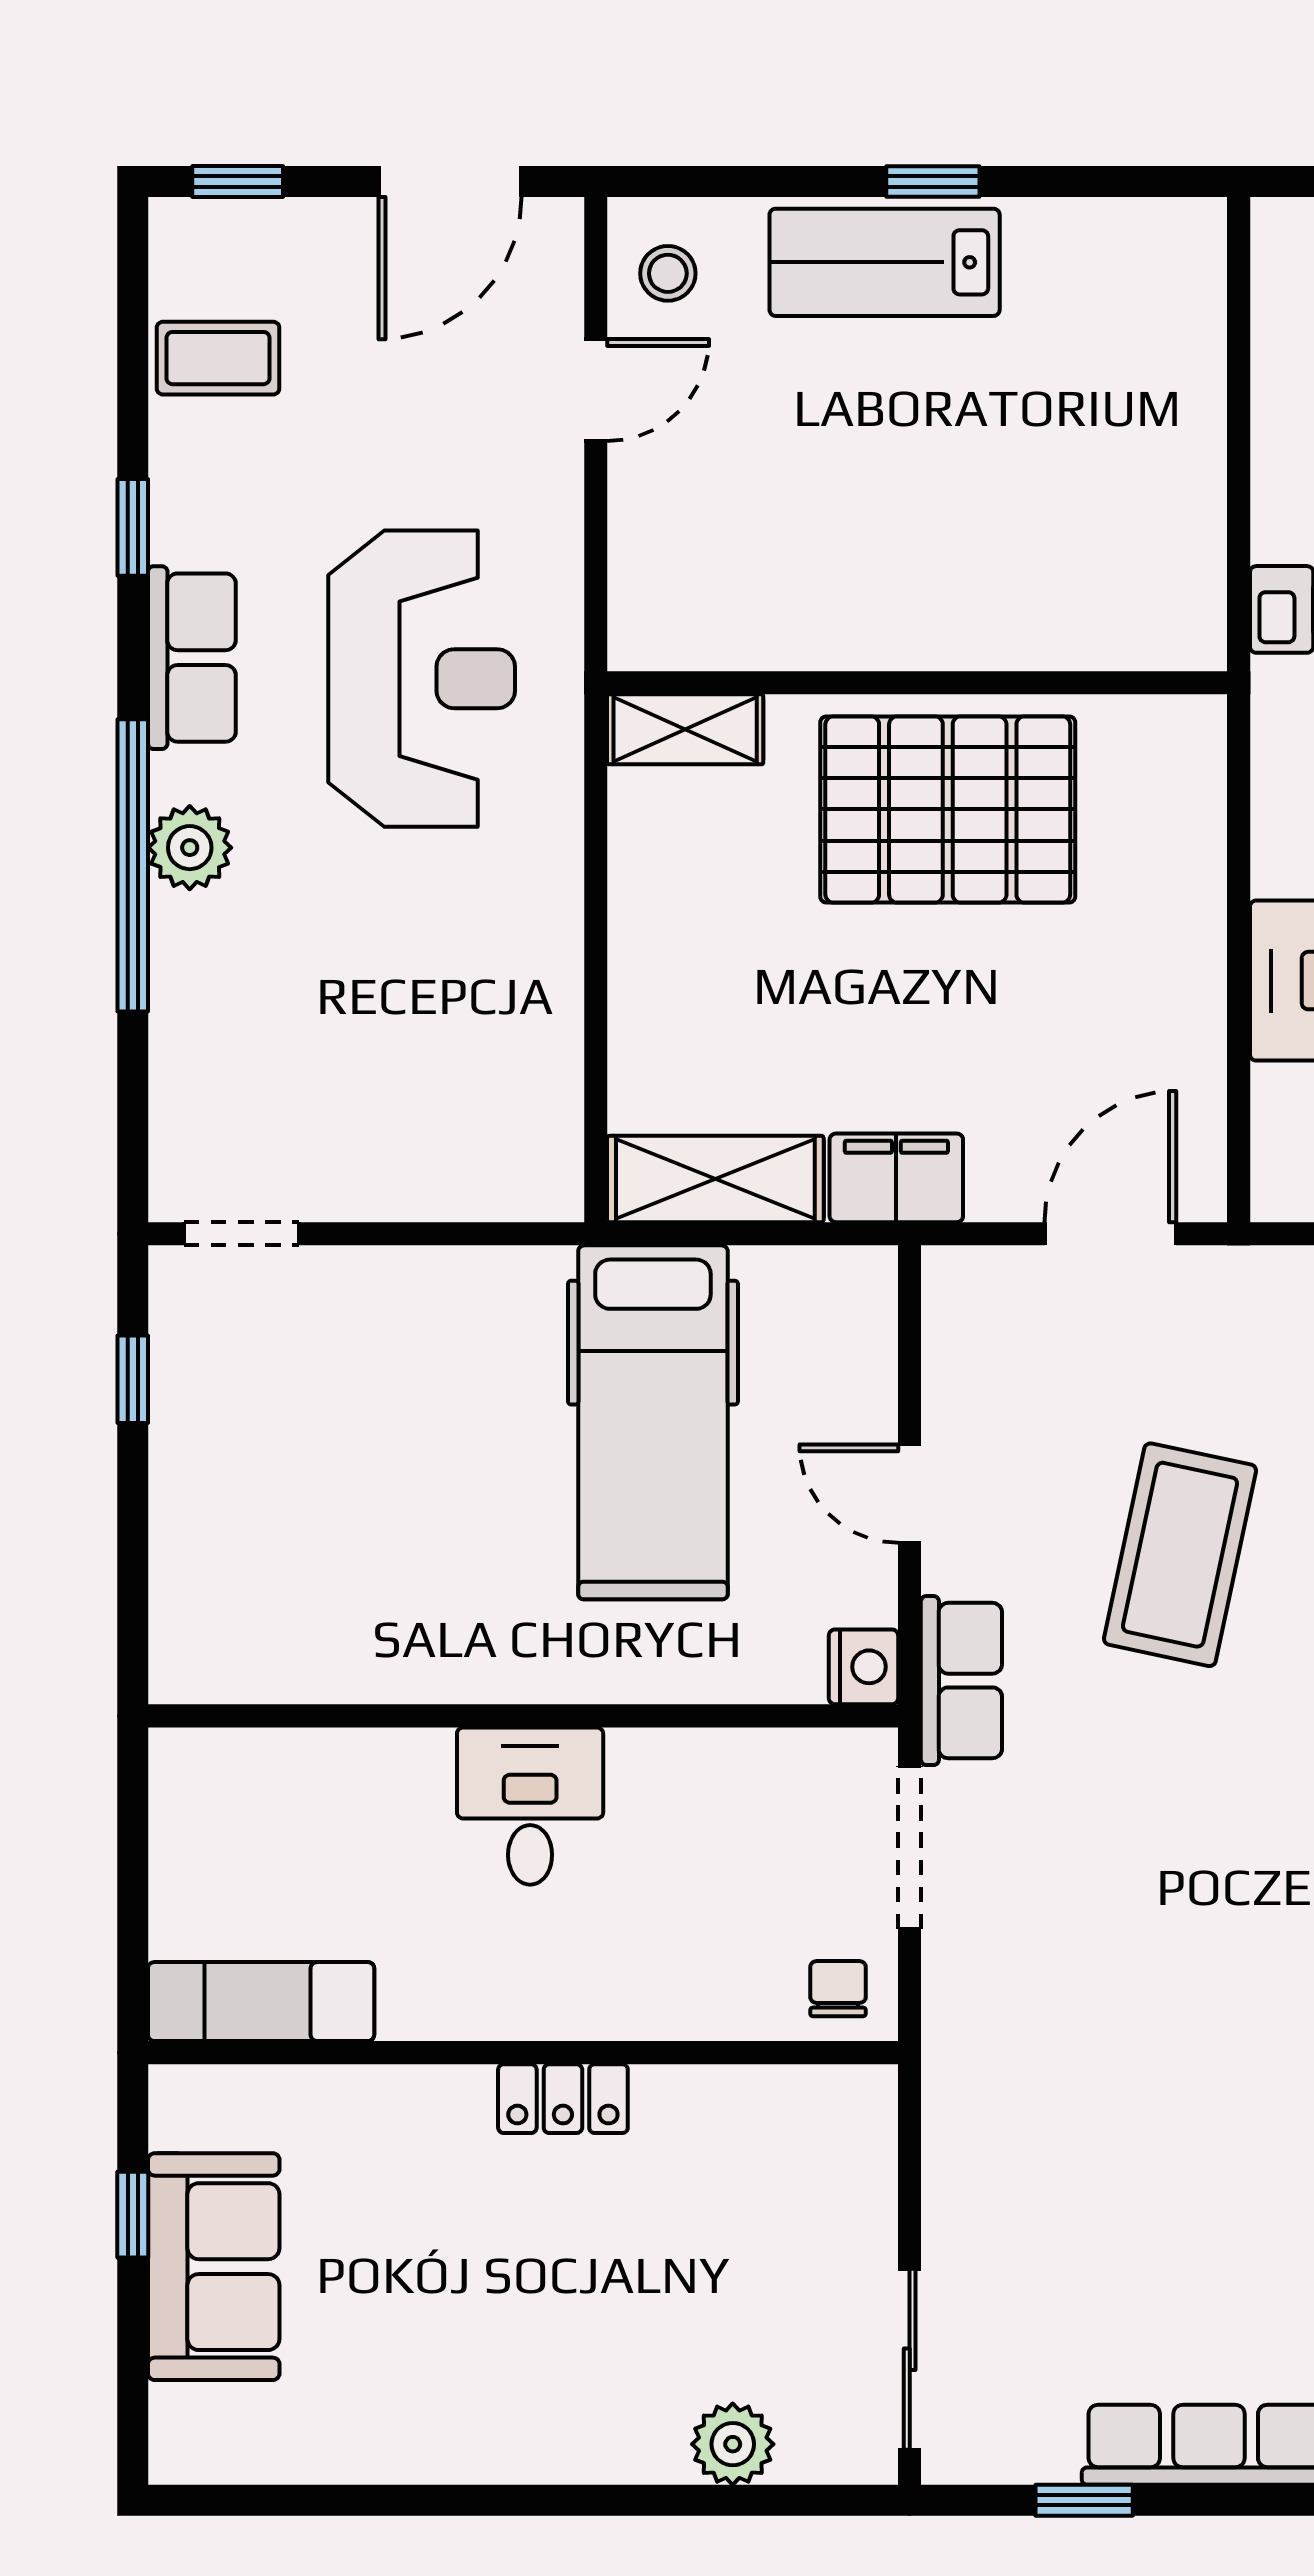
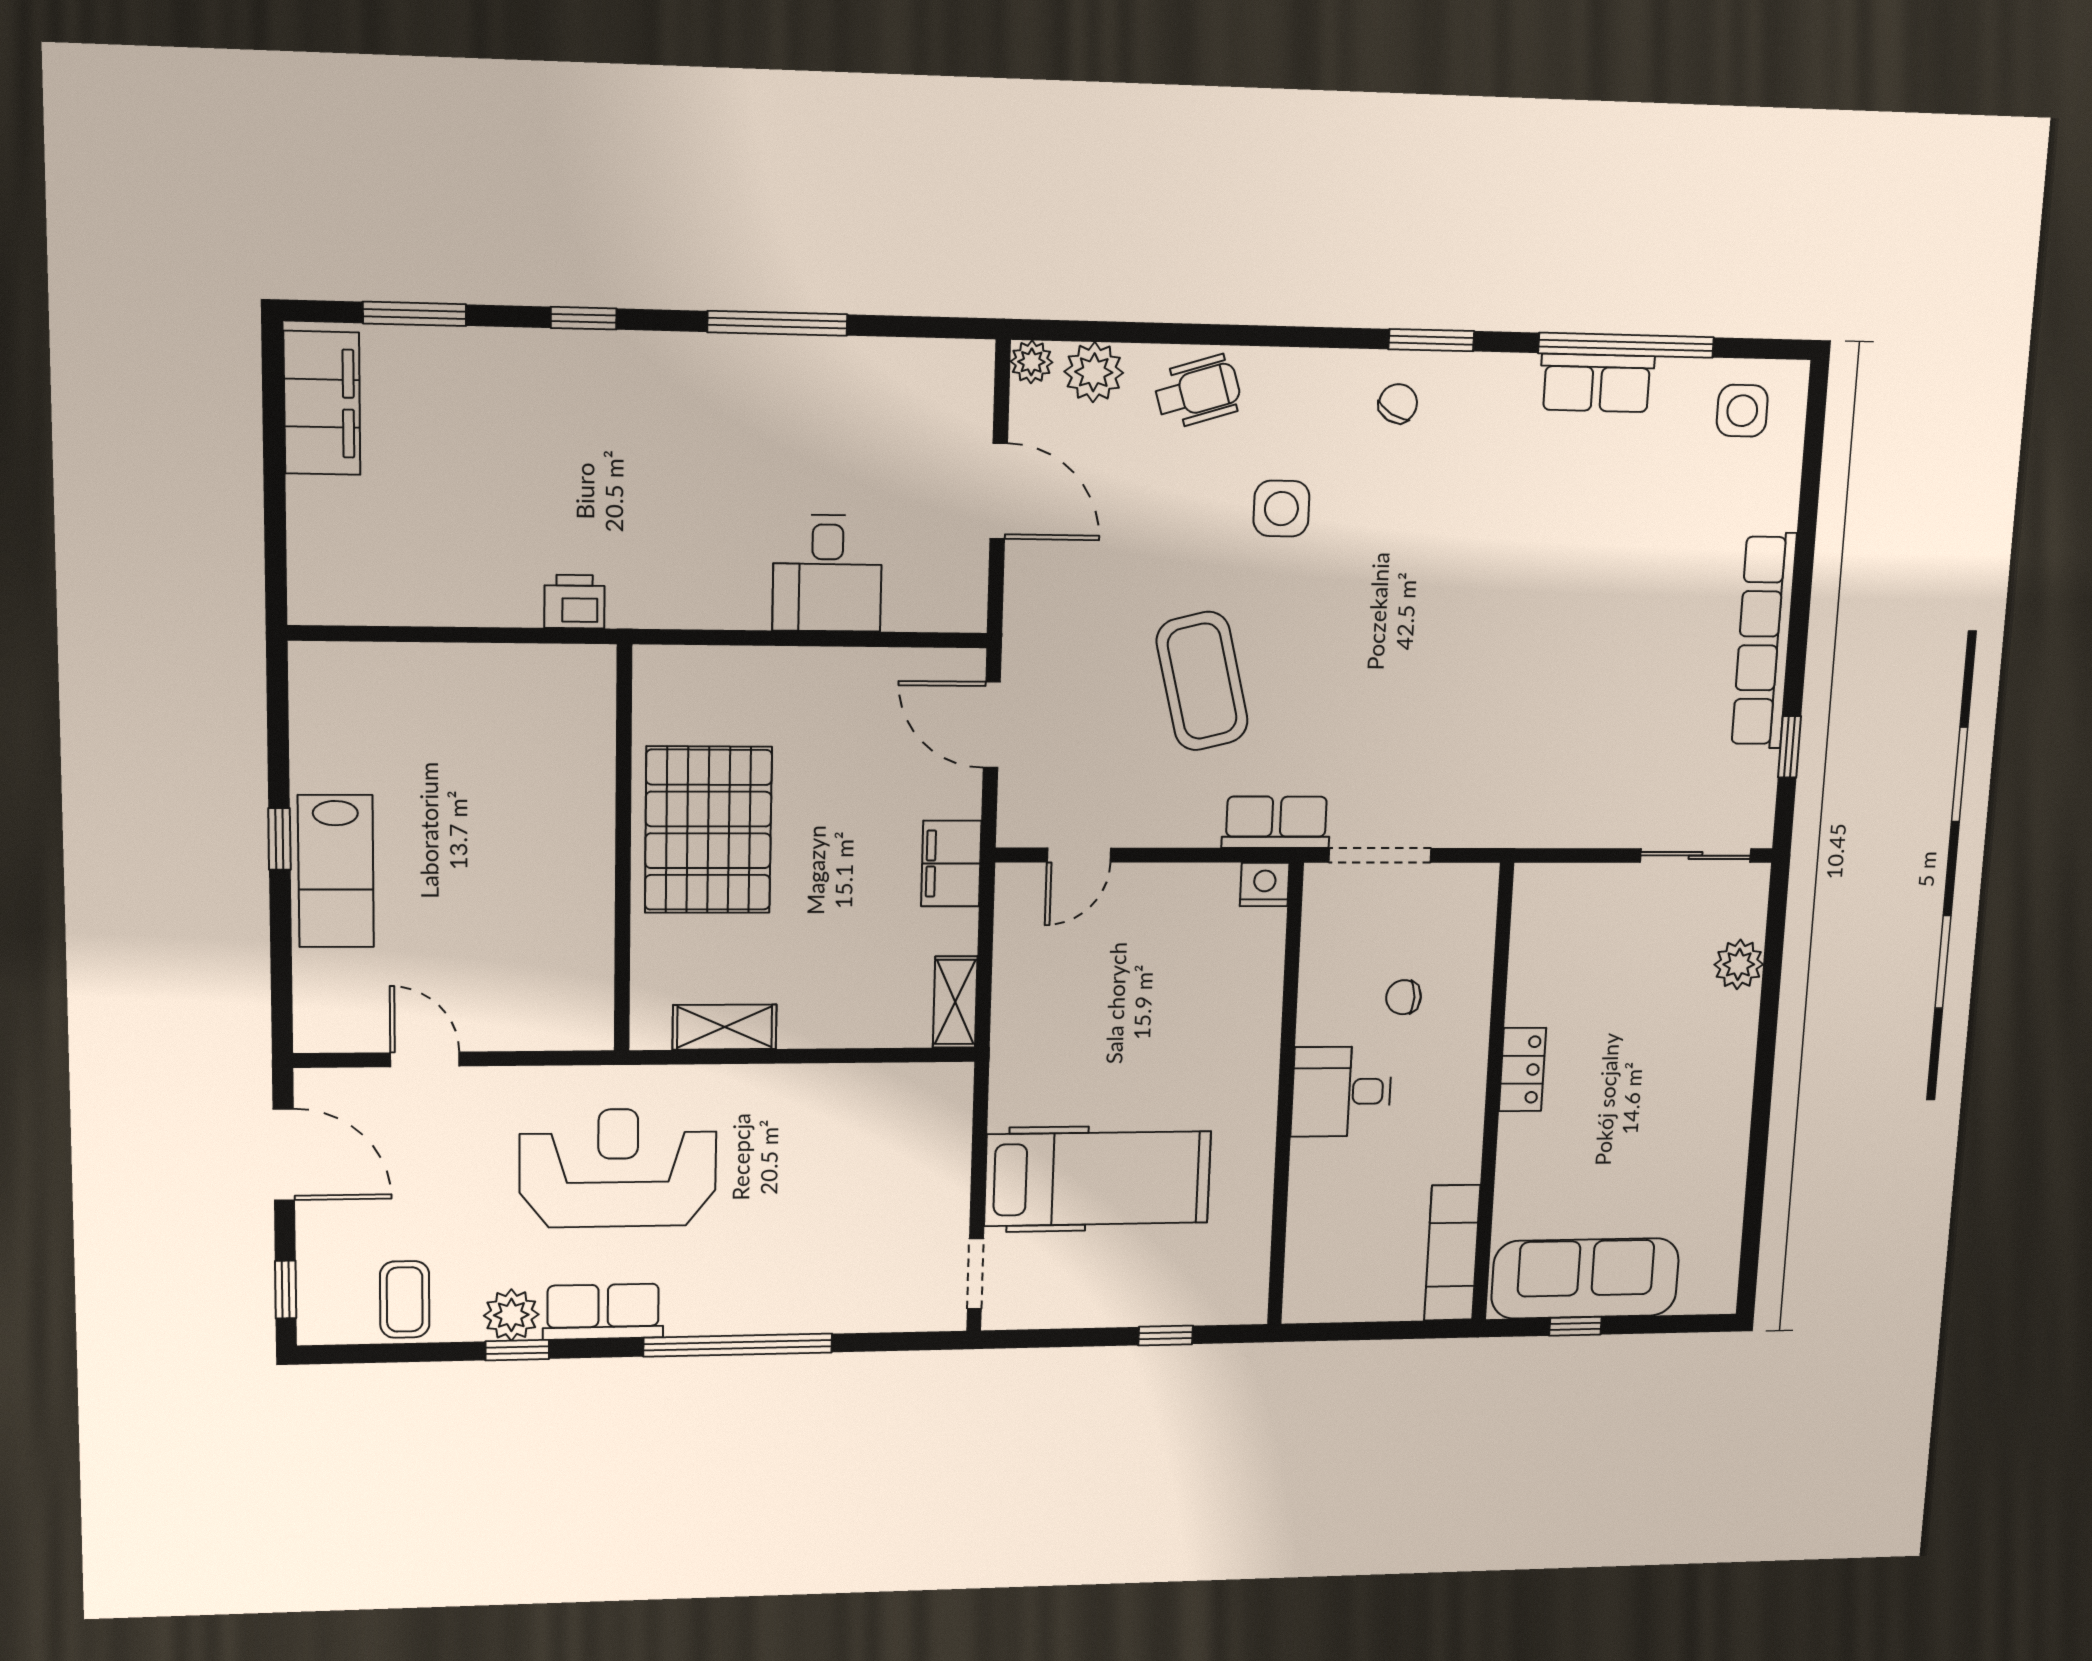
stool: (668, 273) -> (345, 1013), removed
shelving: (685, 729) -> (725, 1027), moved, turned 90
plant: (190, 848) -> (511, 1315), moved
shelving: (715, 1179) -> (955, 1002), width x0.67, depth x0.75
window: (133, 1379) -> (1166, 1335), moved
hospital bed: (653, 1422) -> (1098, 1179), moved
door: (910, 1494) -> (1079, 855), moved
coffee table: (1180, 1555) -> (1202, 681), turned 64
chair: (838, 1989) -> (1404, 997), moved
sofa: (214, 2267) -> (1585, 1278), width x1.36

